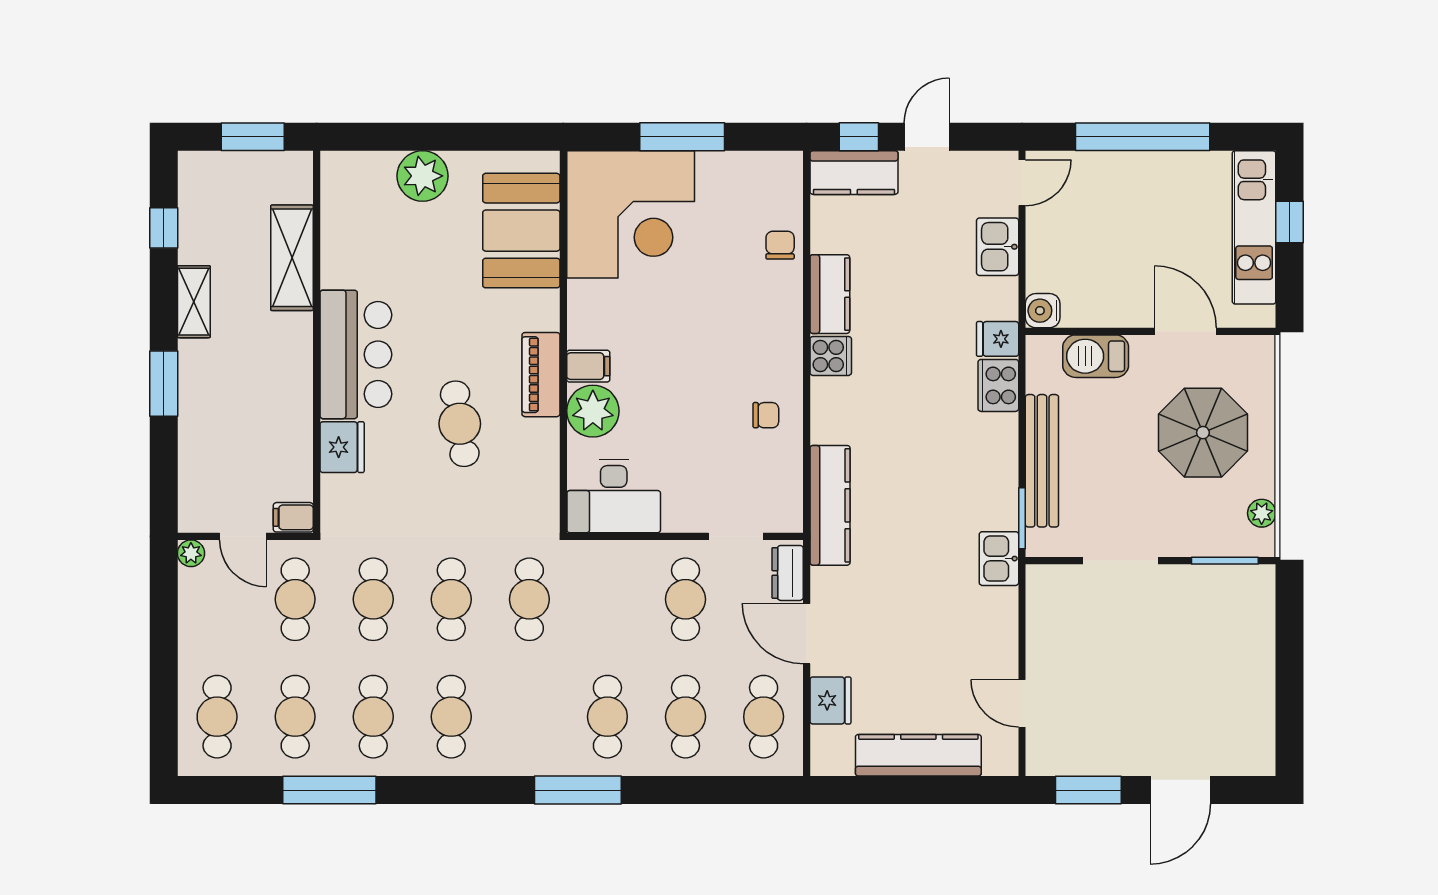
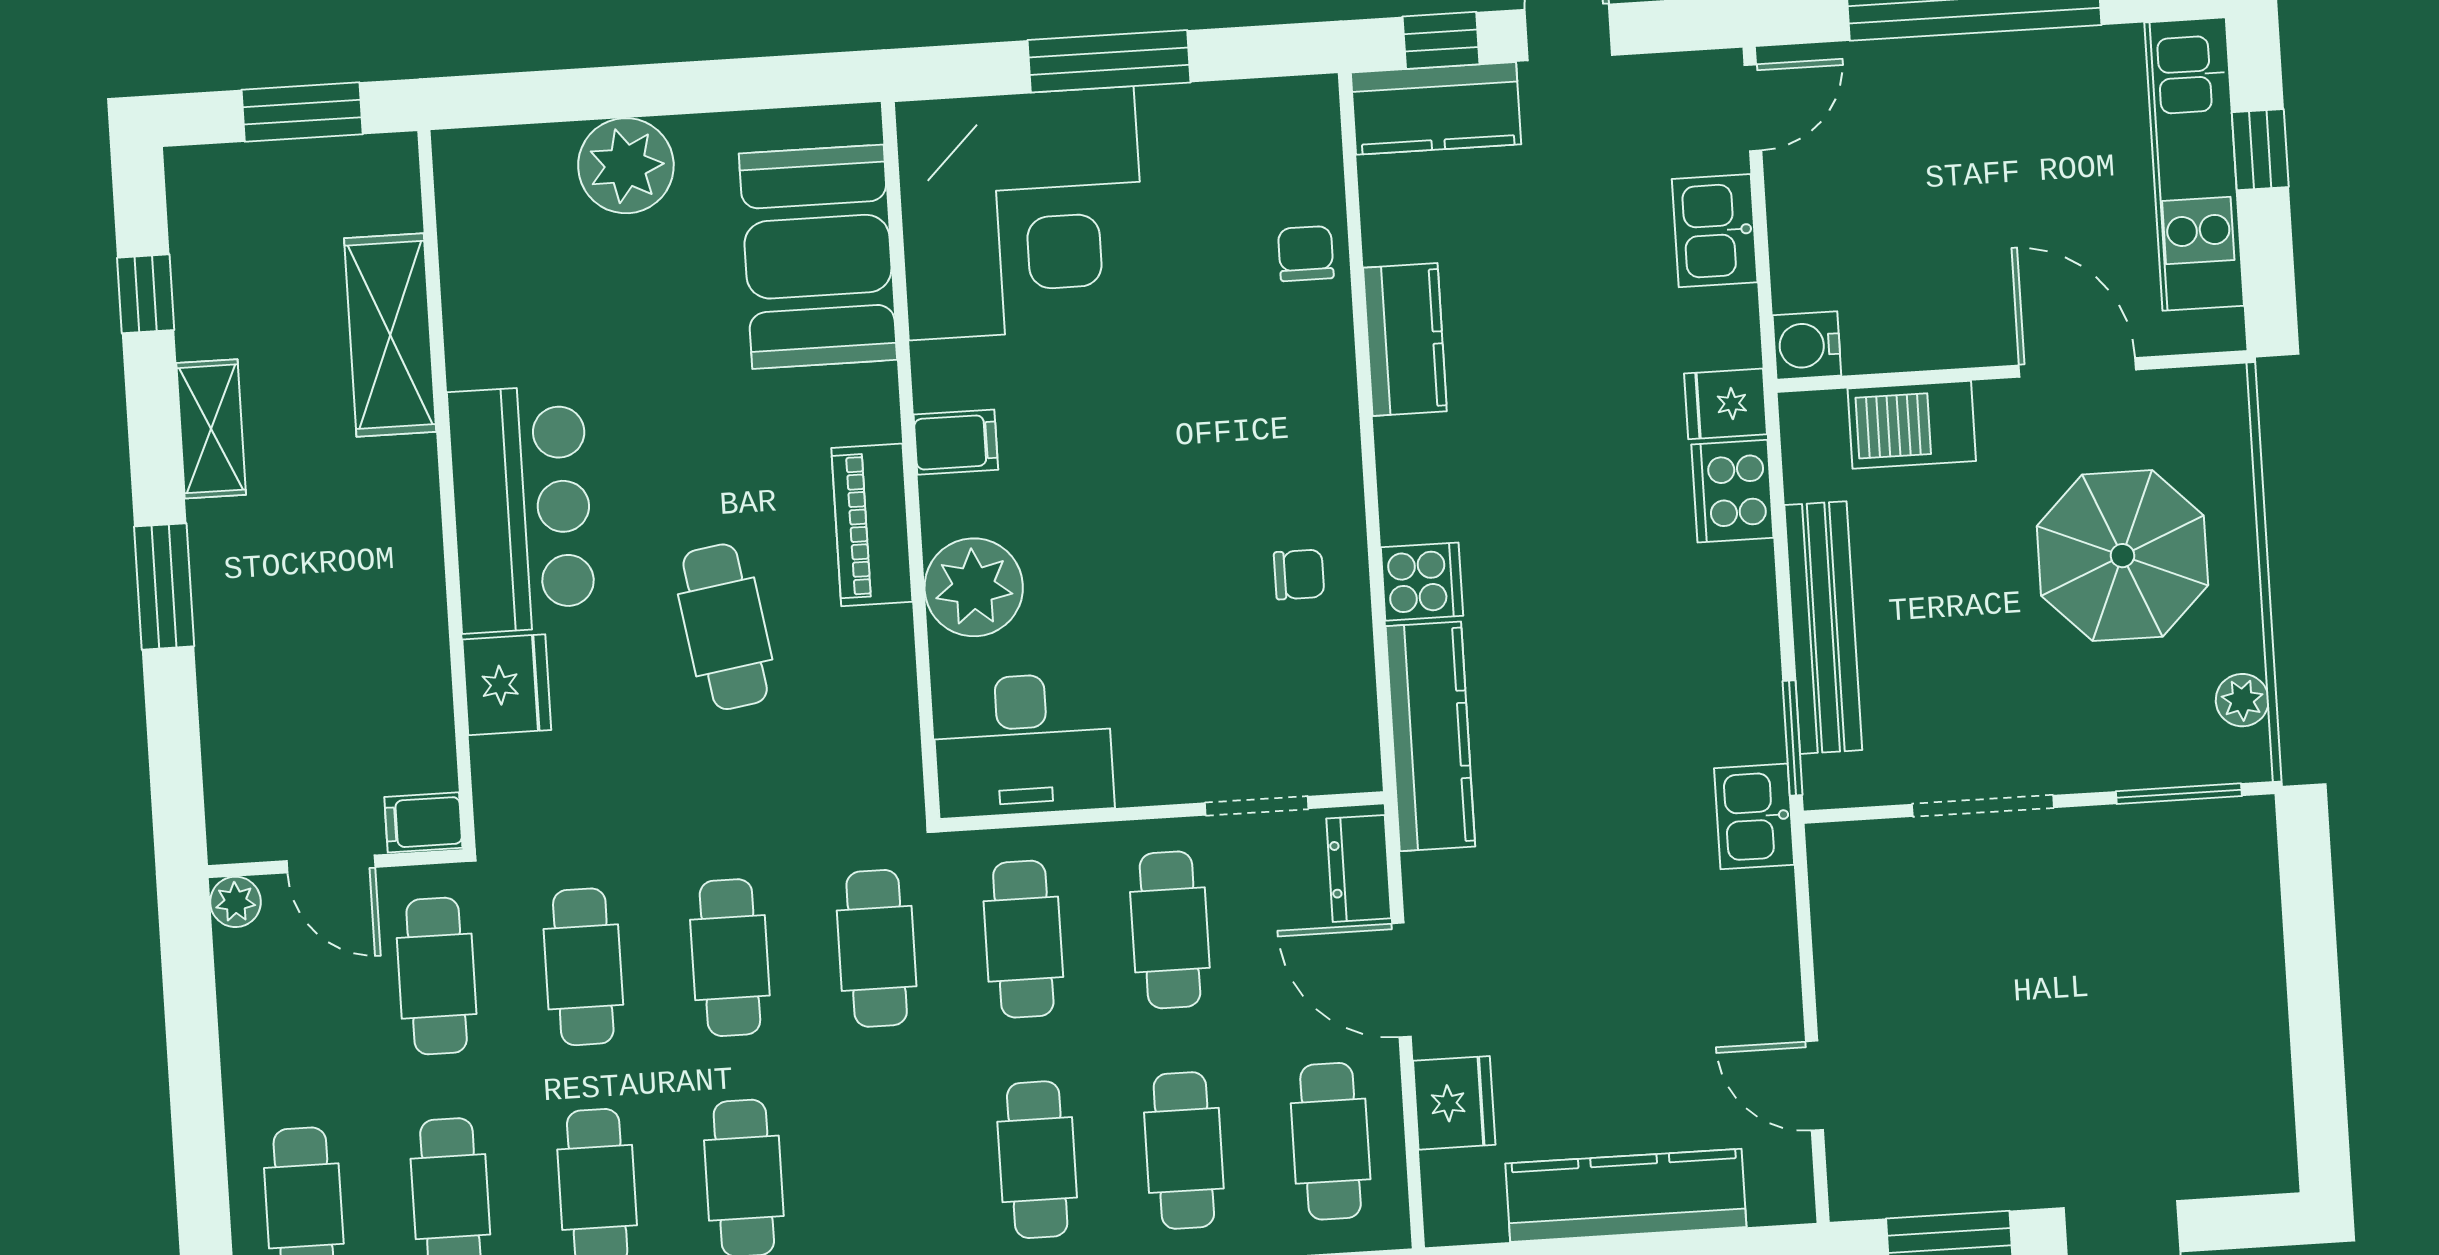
cooker: (831, 356) -> (1422, 582), moved
filing cabinet: (588, 366) -> (956, 442), moved
cafe table: (607, 599) -> (1023, 939), added

